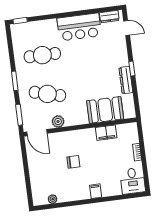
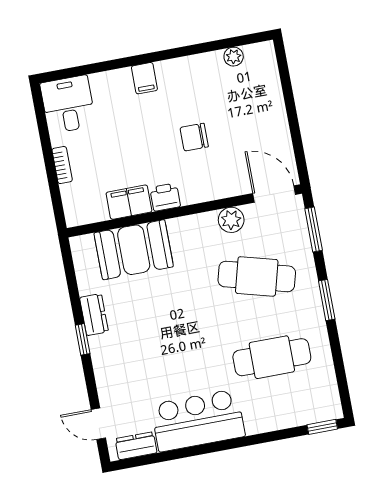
dresser: (126, 80) -> (94, 315), width x0.70
printer: (89, 134) -> (165, 197), added

